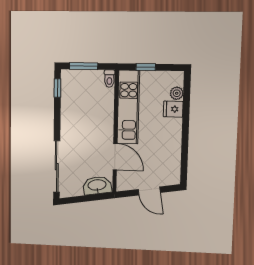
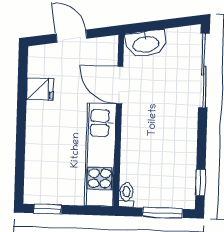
window: (146, 67) -> (48, 209), moved
plant: (177, 93) -> (33, 173), removed
fridge: (173, 109) -> (40, 89), moved

